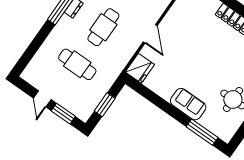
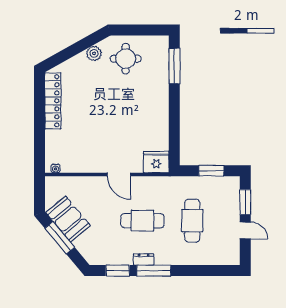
door: (150, 34) -> (119, 174), swing flipped
door: (42, 99) -> (245, 230), hinge flipped
sofa: (188, 104) -> (158, 96), removed

